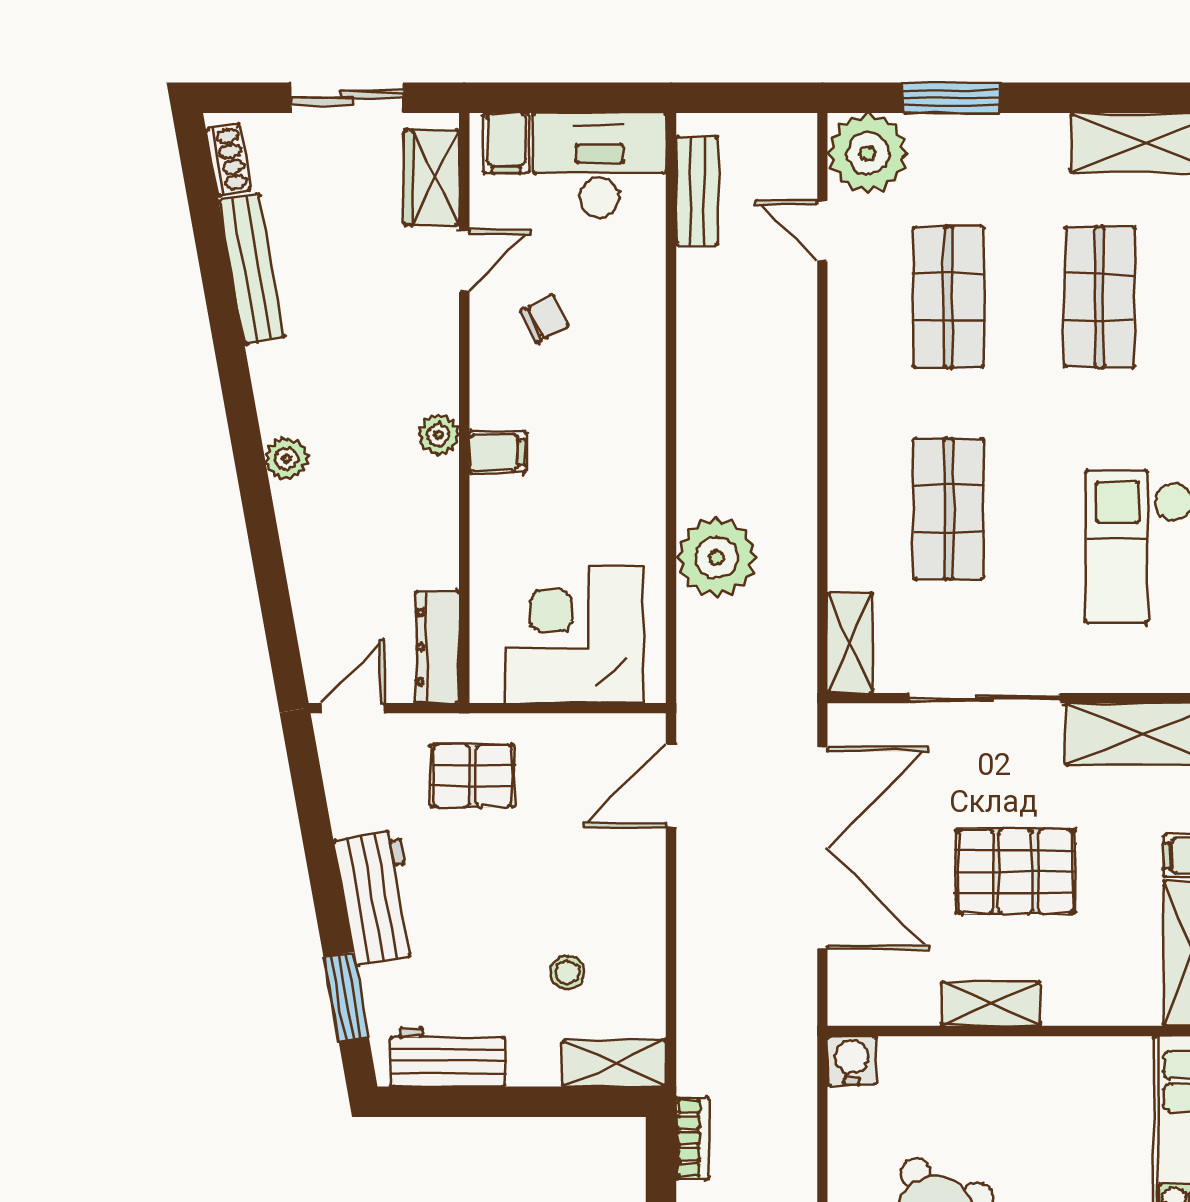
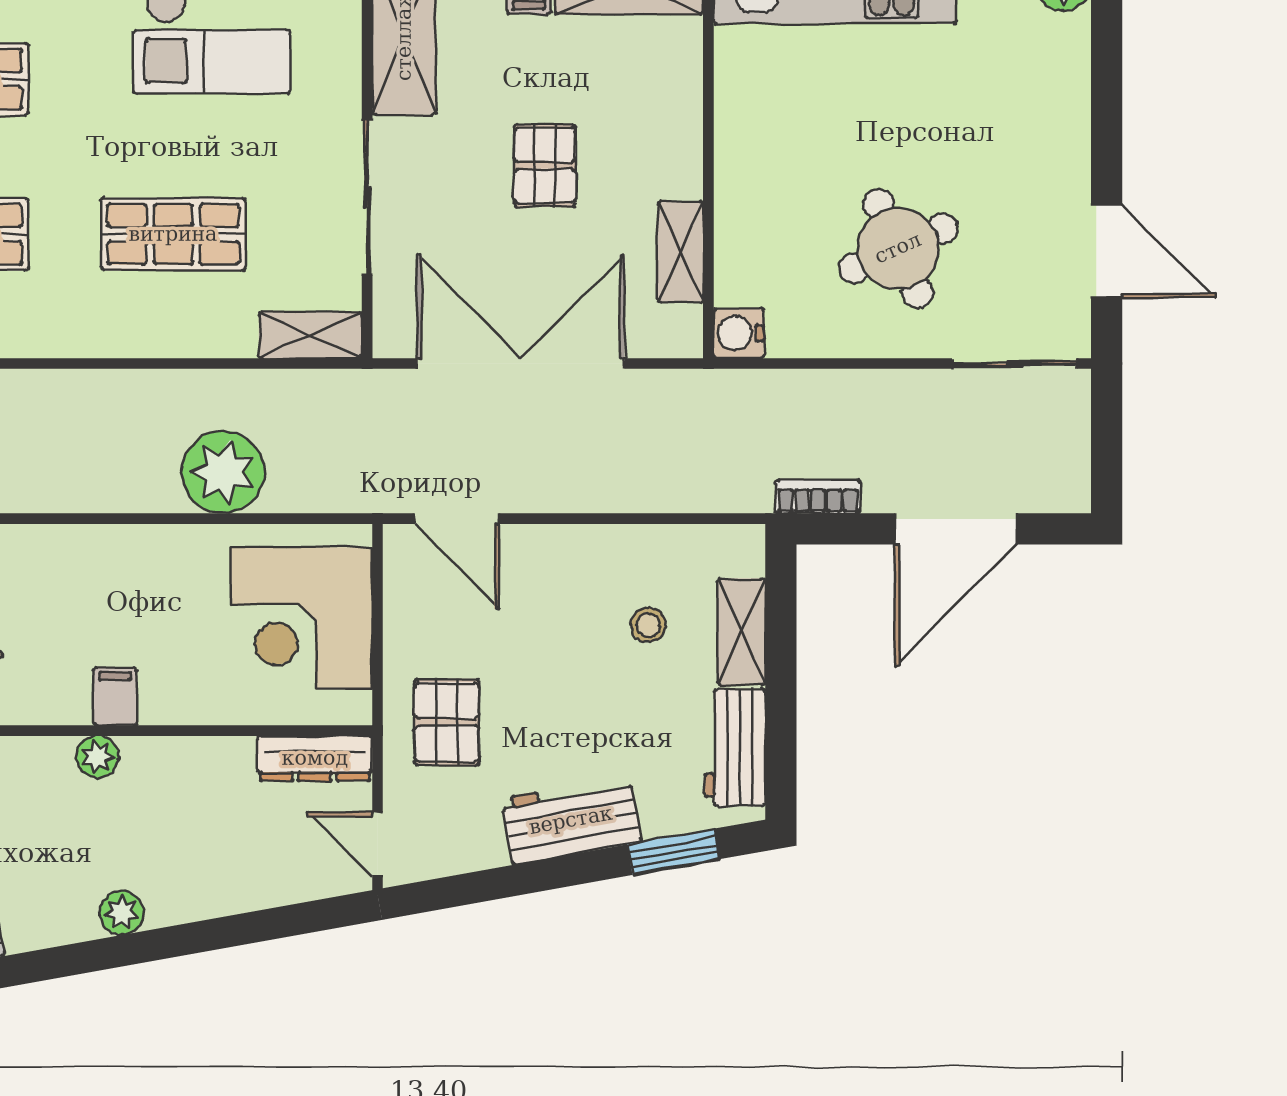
pallet: (1015, 871) -> (545, 166), width x0.67, depth x0.71
shelving: (991, 1004) -> (680, 252), moved
shelving: (614, 1063) -> (741, 632), moved

